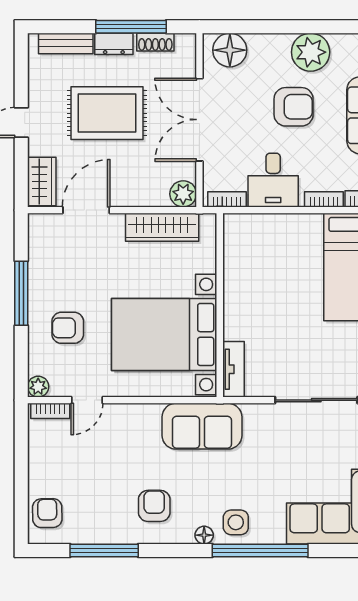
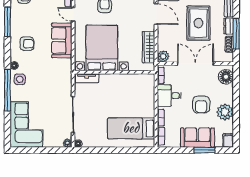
sofa: (202, 426) -> (62, 41), moved

